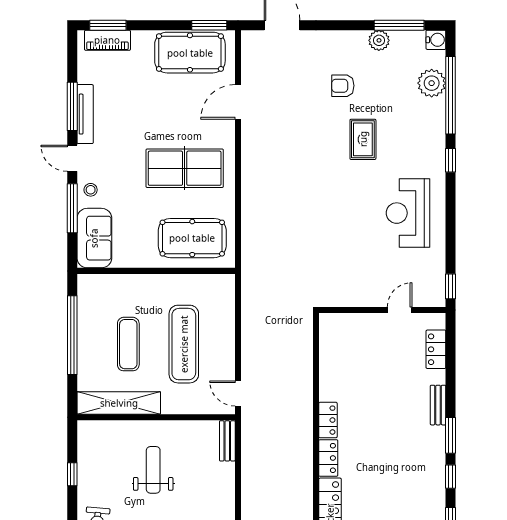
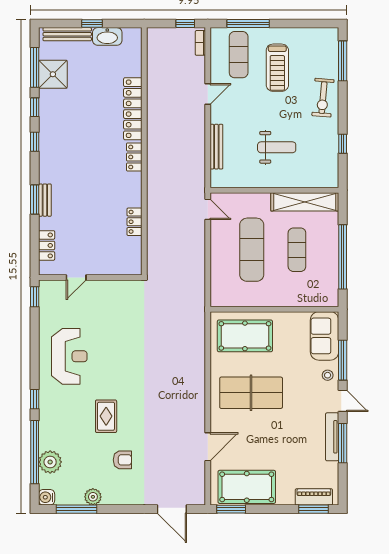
locker: (328, 420) -> (134, 222), moved
window: (451, 435) -> (35, 199), moved
bench: (227, 441) -> (216, 147), moved, width x1.36
weight bench: (153, 470) -> (277, 147), turned -90

